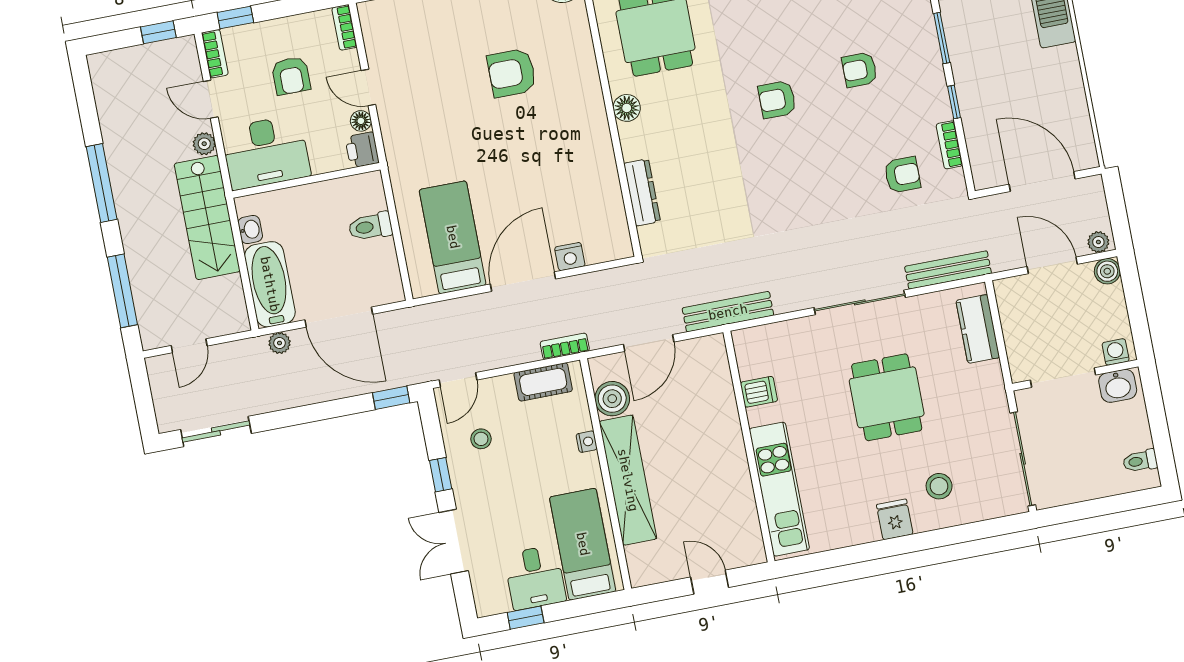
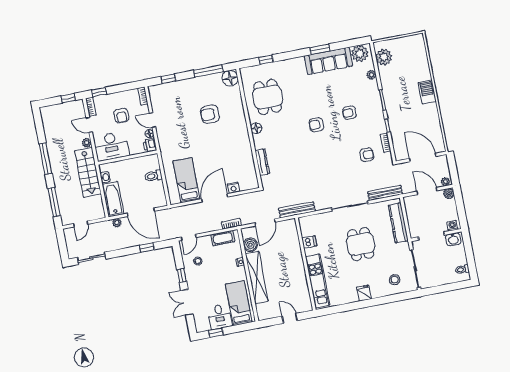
kitchen counter: (978, 329) -> (398, 223), width x1.50
window: (391, 398) -> (147, 247), moved
stool: (939, 486) -> (395, 280), moved

